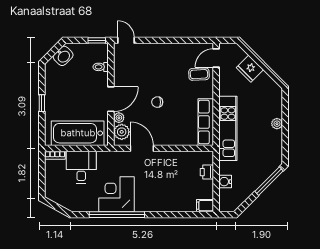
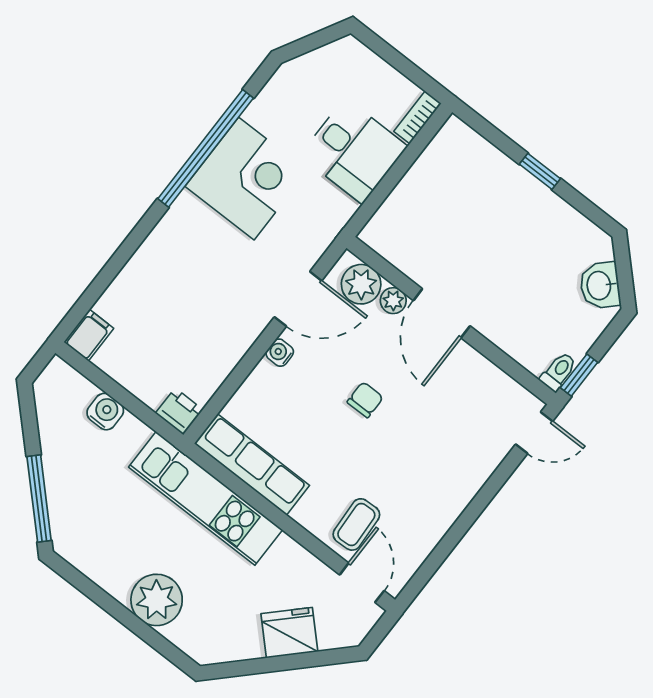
toilet: (101, 67) -> (558, 372), moved
plant: (277, 124) -> (157, 600), width x1.88, depth x1.88
bathtub: (78, 133) -> (426, 196), removed
water cooler: (163, 141) -> (280, 353), added
printer: (207, 172) -> (179, 411), moved

